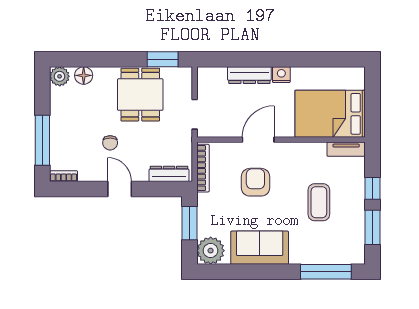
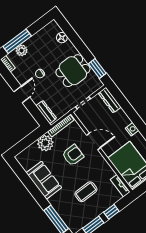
dresser: (249, 75) -> (110, 100), moved
plant: (60, 76) -> (22, 50), moved
window: (189, 223) -> (30, 139), removed
plant: (211, 251) -> (45, 143), moved

